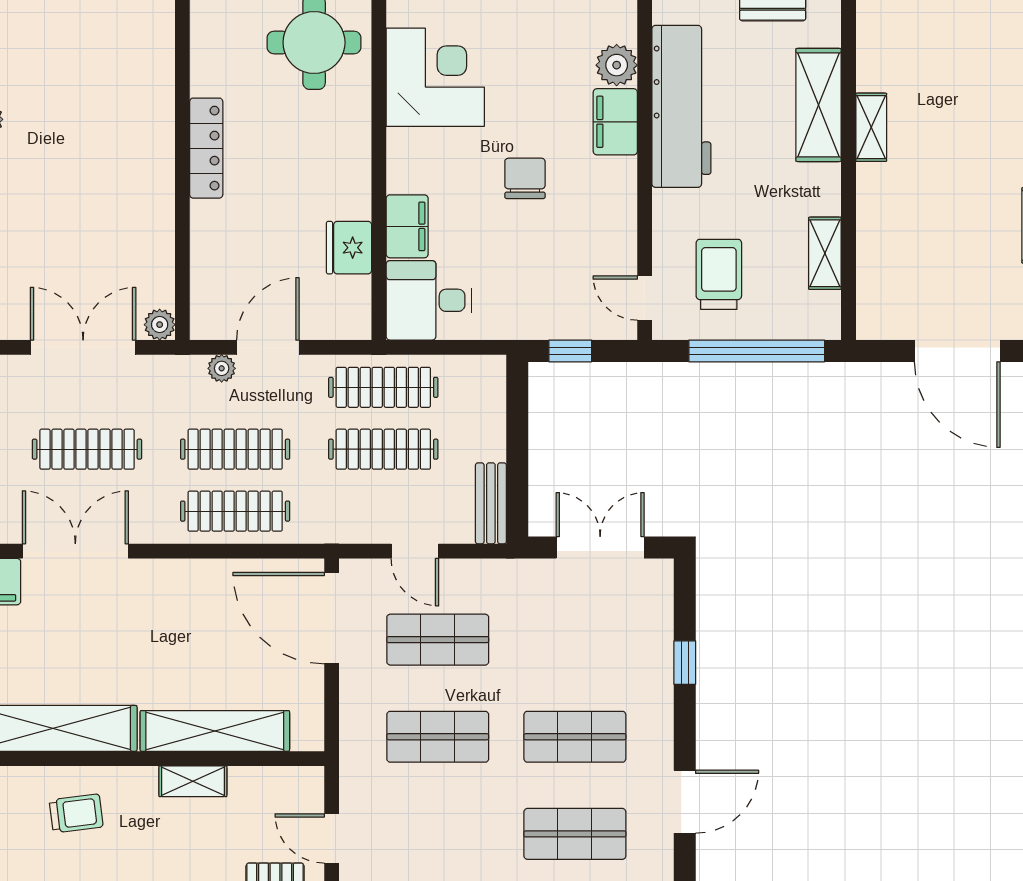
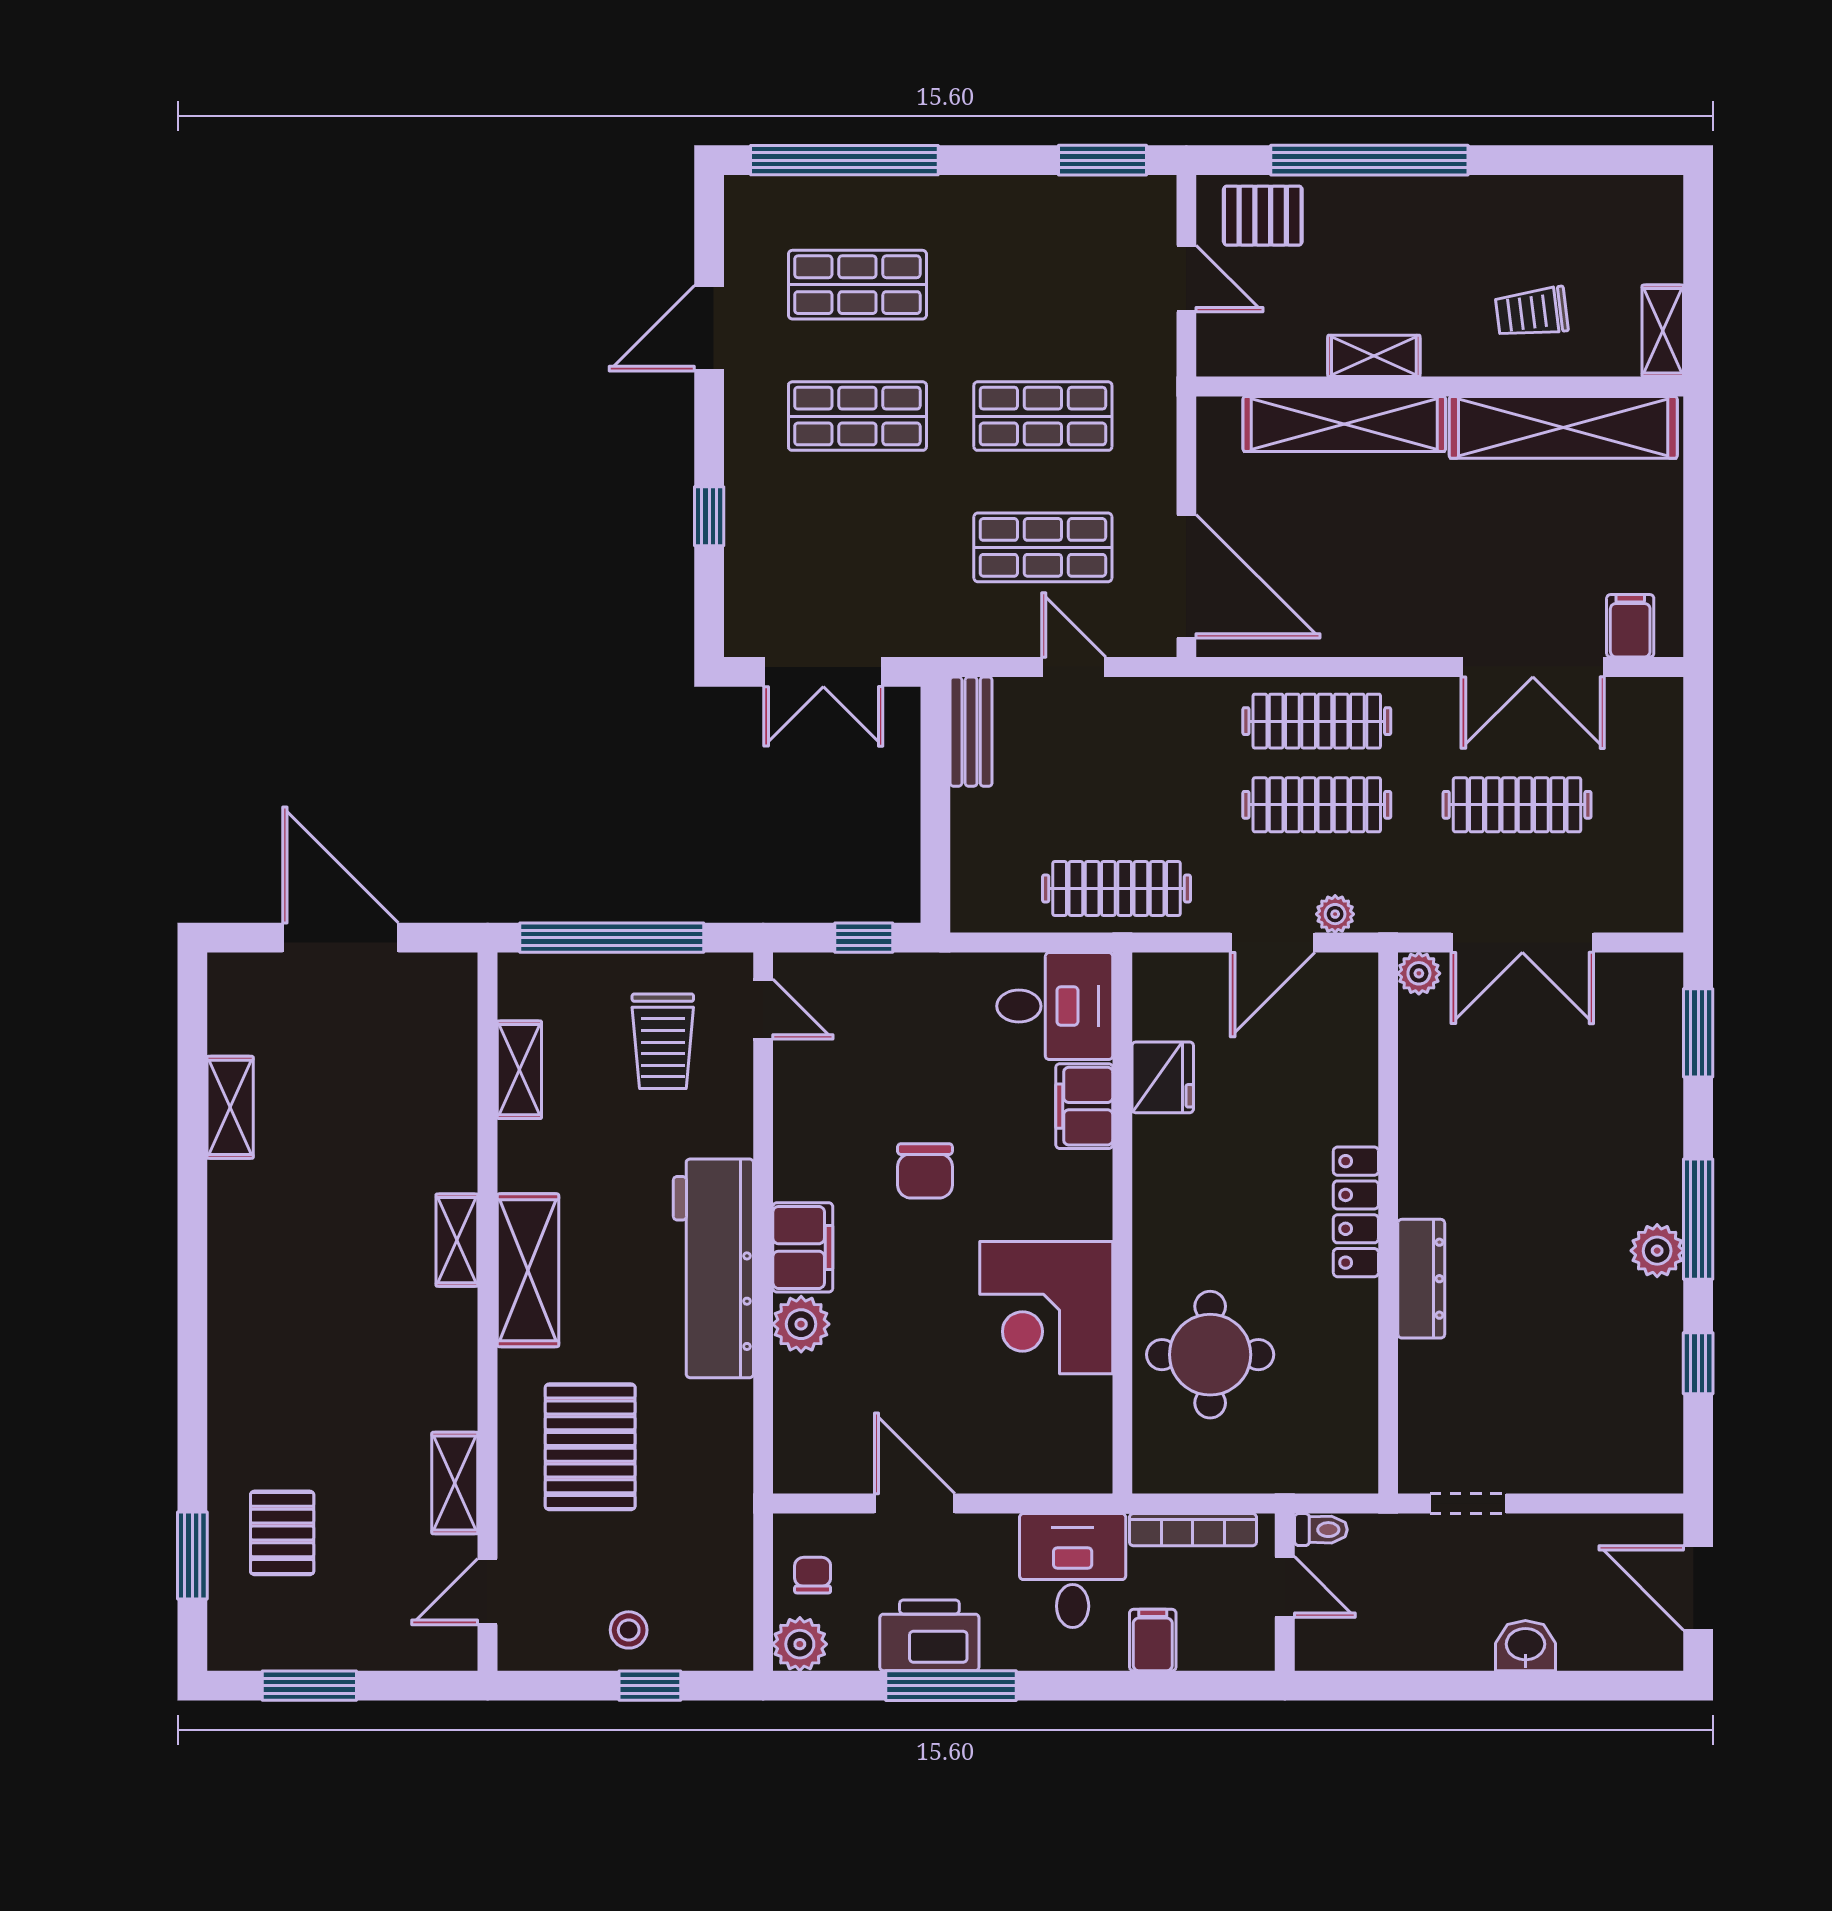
dresser: (158, 99) -> (1421, 1279), added
clothes rail: (383, 449) -> (1117, 805), removed

